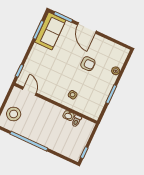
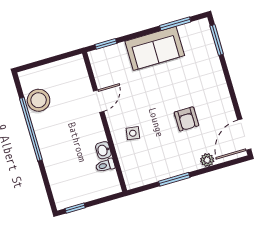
door: (87, 28) -> (244, 135), moved
sofa: (50, 31) -> (155, 48), moved
door: (29, 91) -> (99, 101), moved
stool: (14, 114) -> (39, 100), moved

